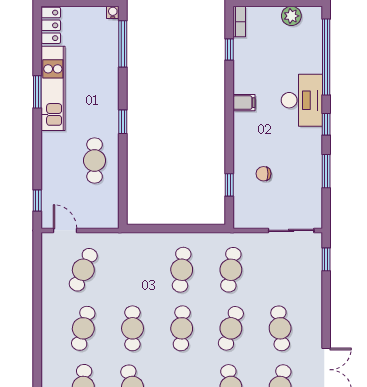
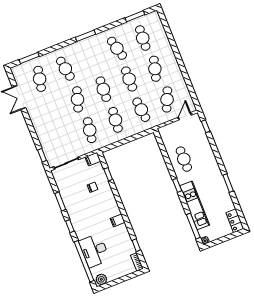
plant: (291, 16) -> (101, 279), moved
kitchen unit: (53, 88) -> (195, 205), moved, turned 180
desk: (302, 100) -> (94, 250), moved
filing cabinet: (245, 220) -> (93, 159), added
door: (65, 230) -> (185, 116), swing flipped
cafe table: (280, 328) -> (141, 110), moved

